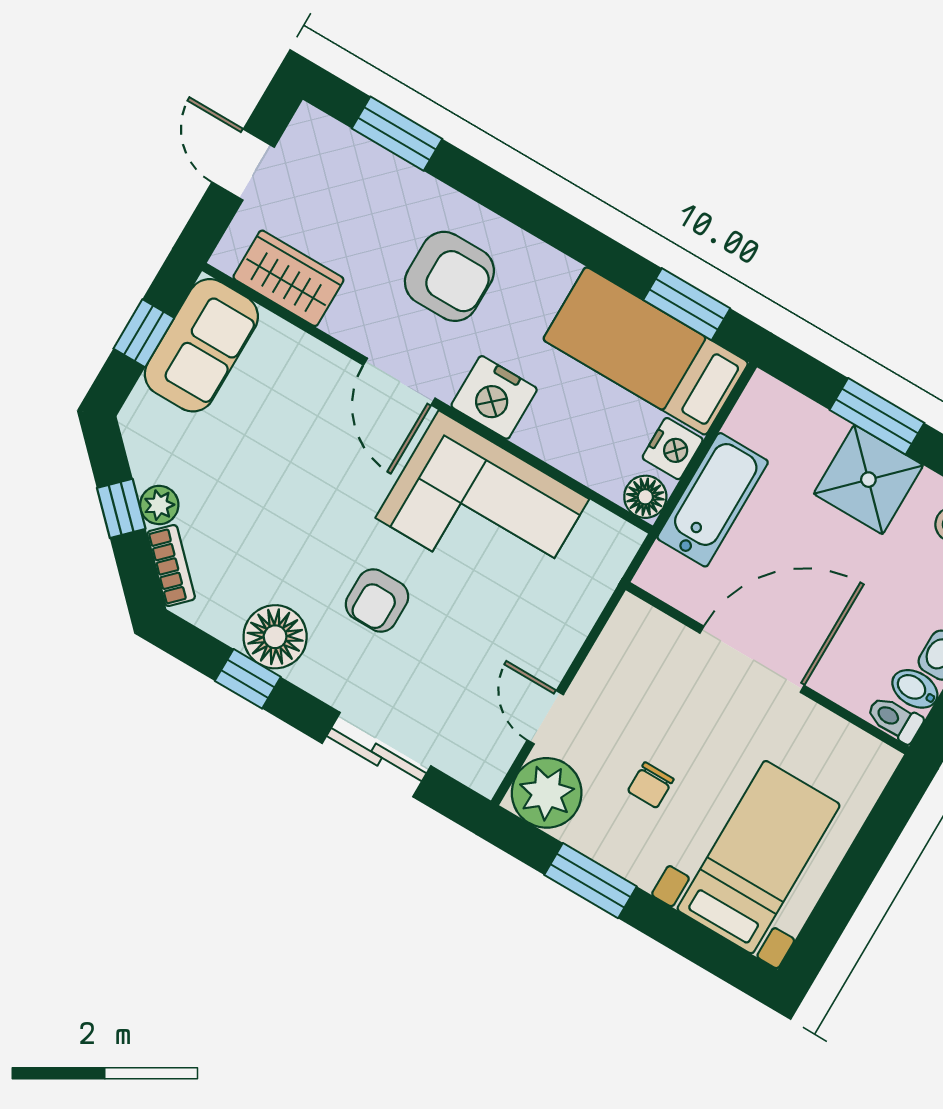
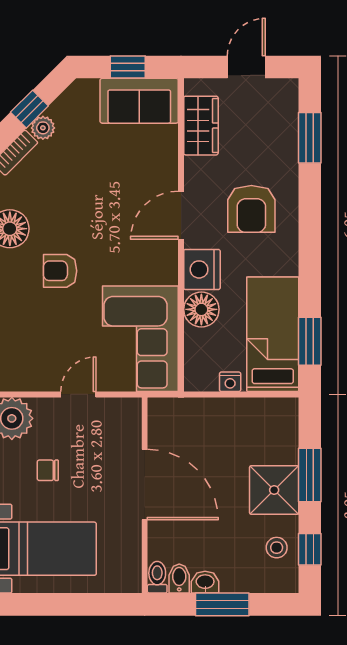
nightstand: (673, 449) -> (230, 382), width x0.72, depth x0.74
floor lamp: (645, 497) -> (201, 309), moved, width x1.38, depth x1.38
bathtub: (713, 500) -> (216, 415), removed
corner sofa: (482, 508) -> (140, 339), moved
door: (545, 717) -> (78, 394), moved

